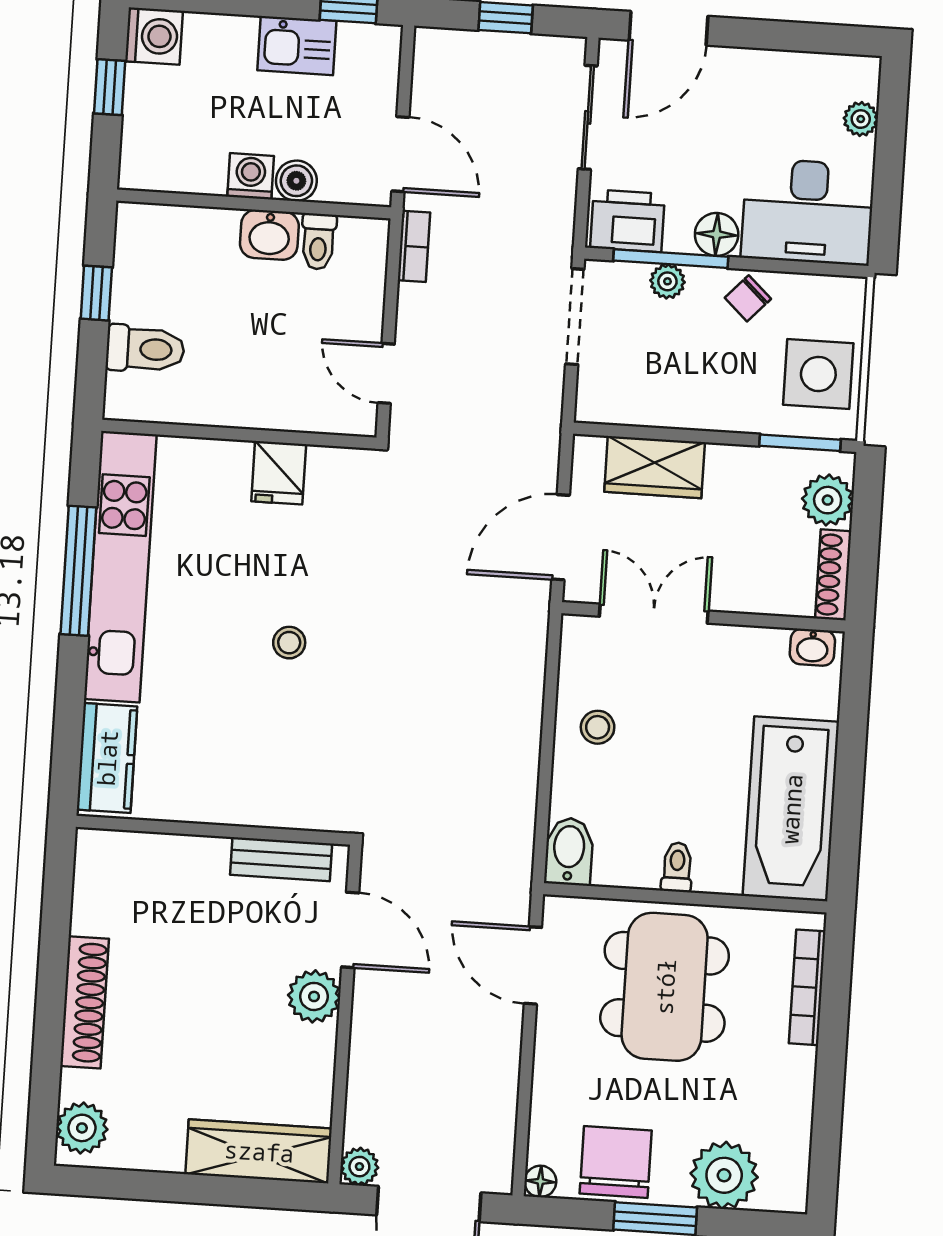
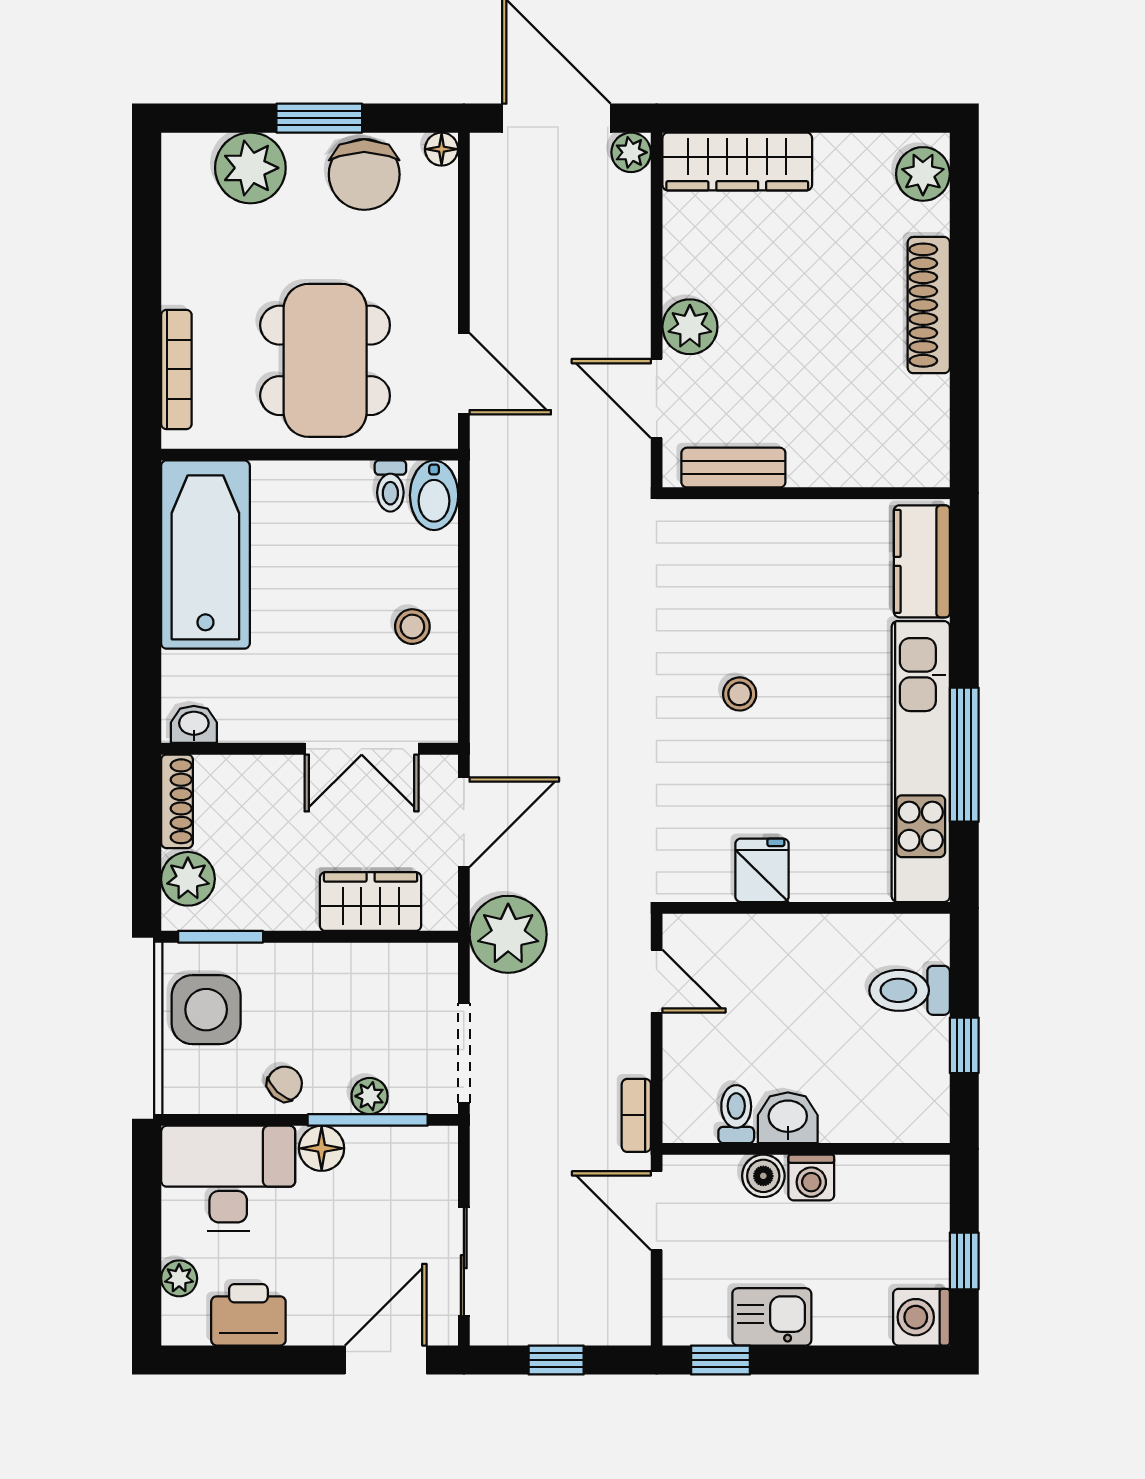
printer: (628, 221) -> (248, 1315), moved, turned 180
plant: (525, 427) -> (508, 934), added
toilet: (677, 867) -> (390, 486), moved

